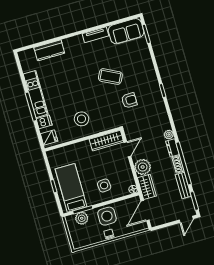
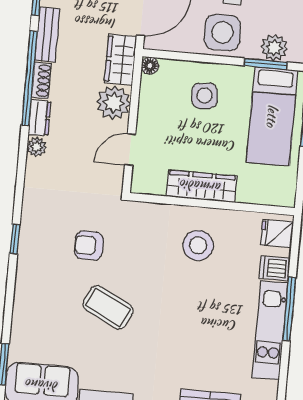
wardrobe: (106, 141) -> (201, 186), moved

